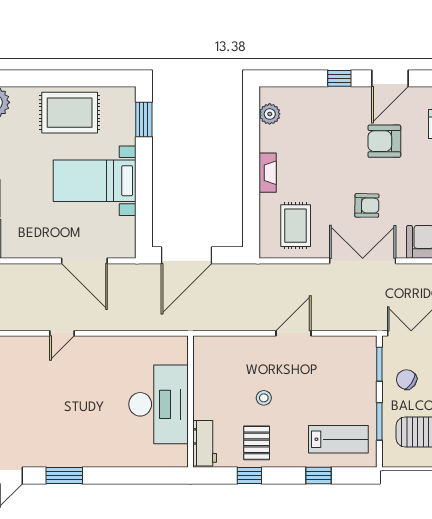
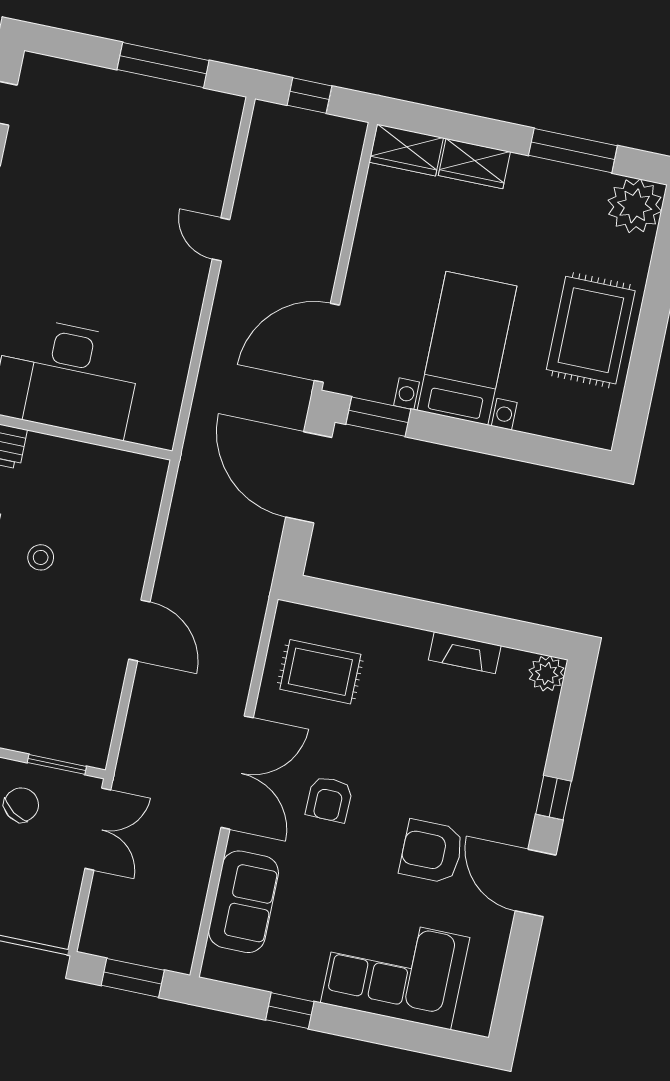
plant: (270, 114) -> (547, 674), moved
window: (144, 119) -> (378, 417), moved
armchair: (384, 141) -> (432, 851), turned -90
fireplace: (268, 173) -> (465, 653), moved
door: (84, 261) -> (327, 343), moved

